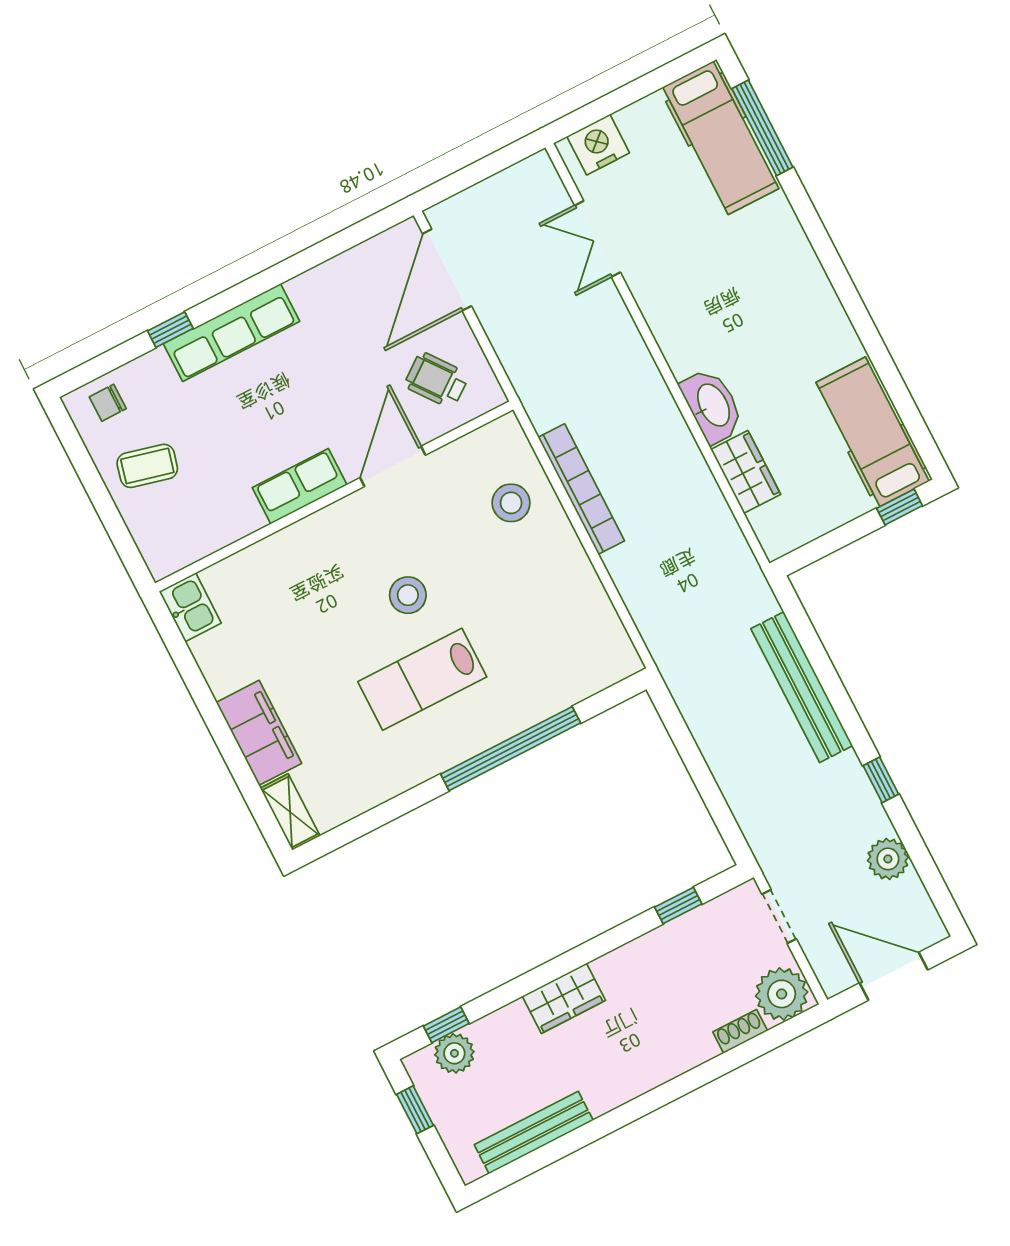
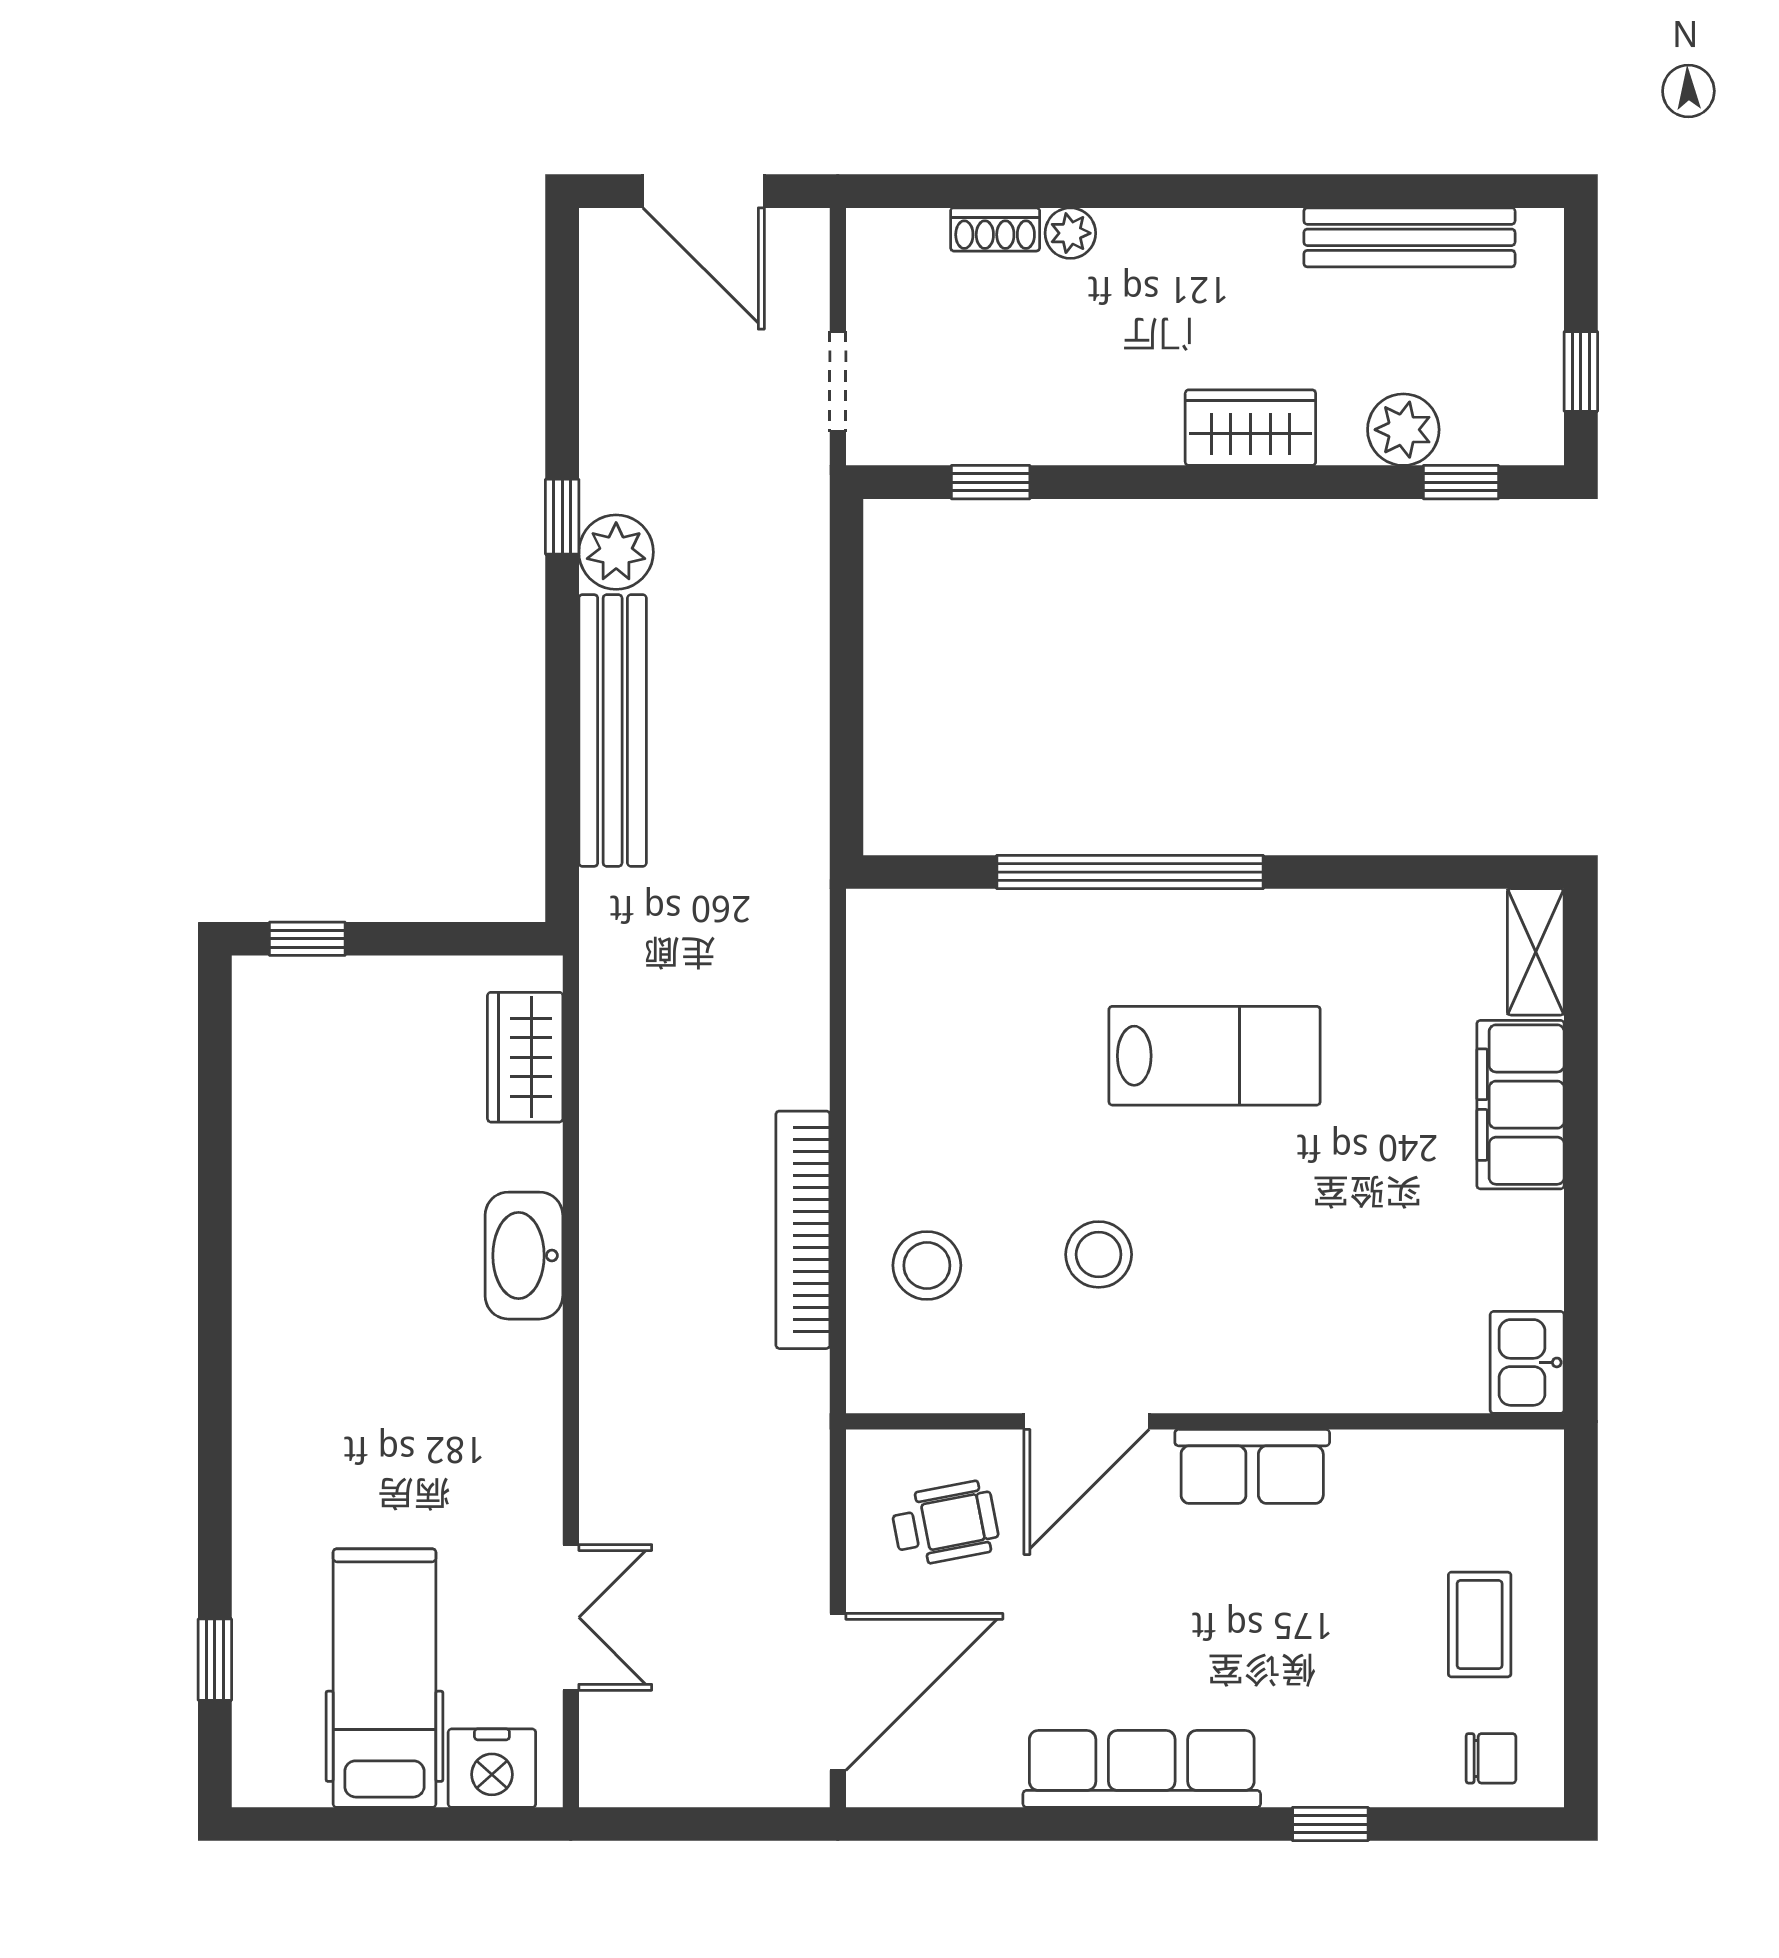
window: (762, 128) -> (215, 1660), width x0.46
hospital bed: (721, 138) -> (384, 1678), moved
row of seats: (232, 333) -> (1142, 1769), moved
wheelchair: (437, 380) -> (945, 1524), turned -64
hospital bed: (873, 432) -> (289, 1082), removed
coffee table: (147, 466) -> (1480, 1624), turned 76
wardrobe: (746, 472) -> (525, 1057), moved
stool: (408, 595) -> (1099, 1254), moved
plant: (888, 859) -> (616, 552), moved
plant: (782, 994) -> (1070, 233), moved, width x0.53, depth x0.53
plant: (454, 1053) -> (1403, 430), moved

